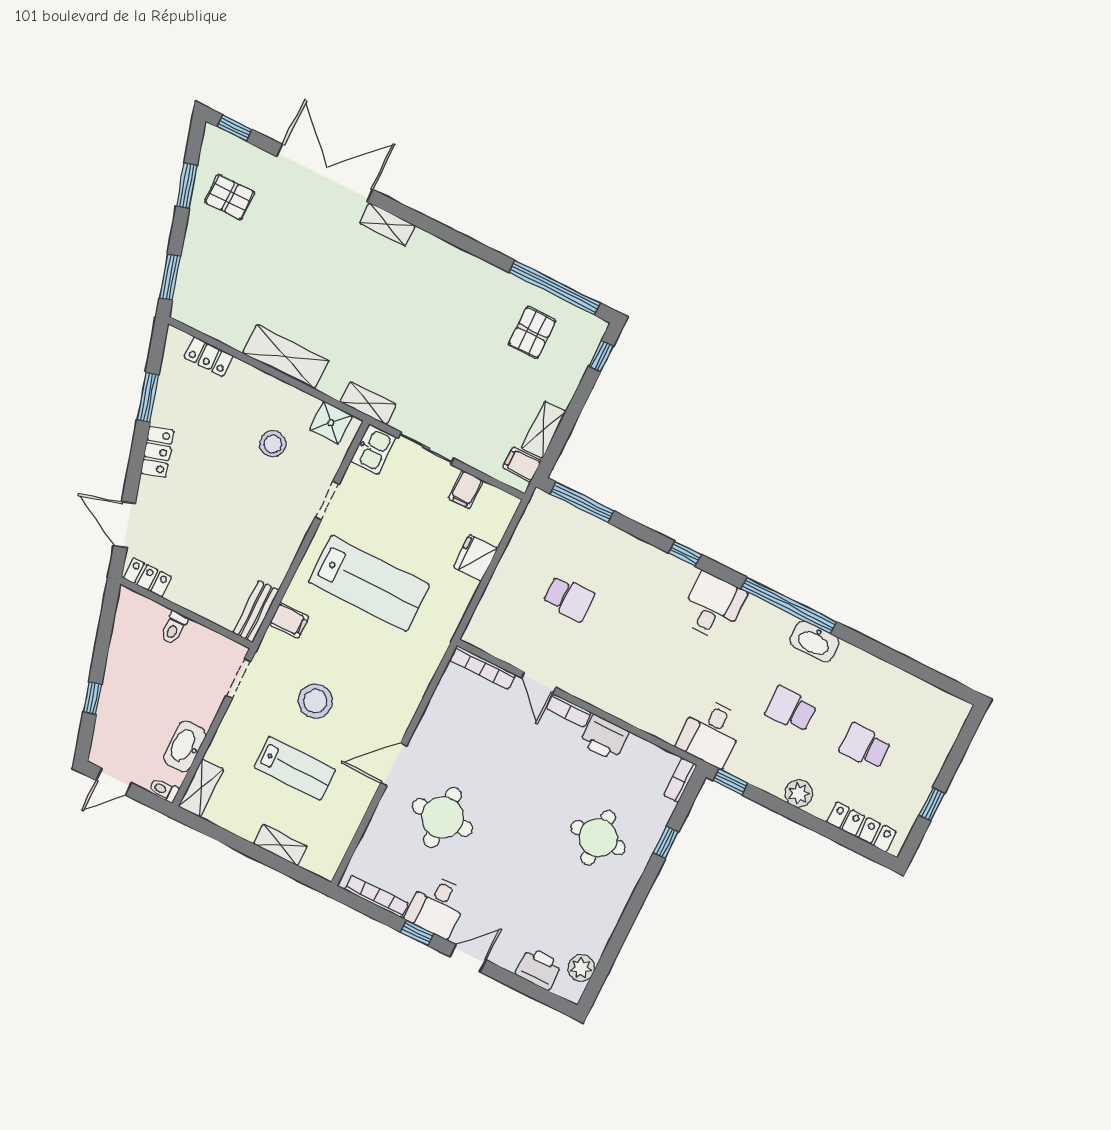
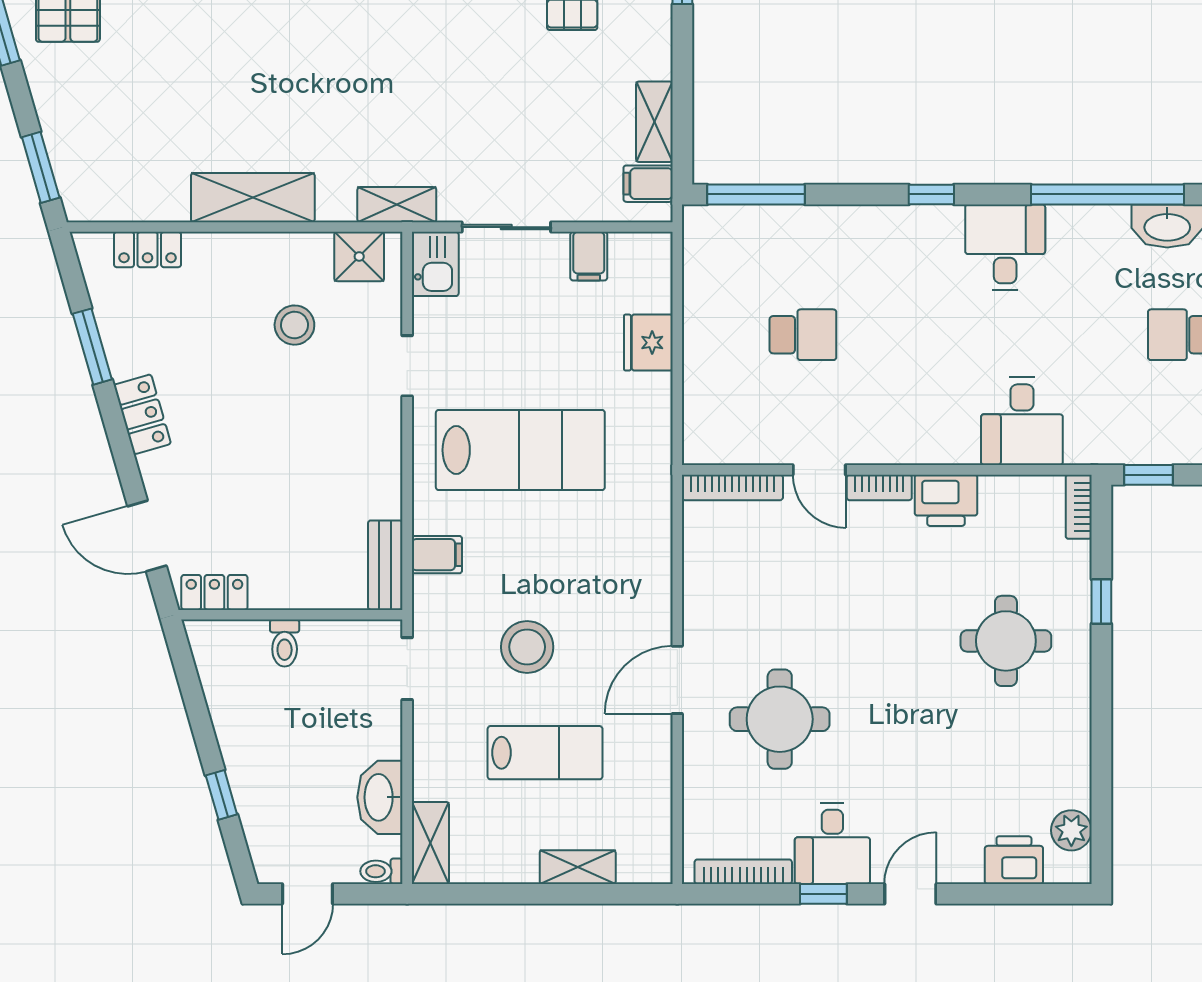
desk: (711, 733) -> (1022, 421), moved

